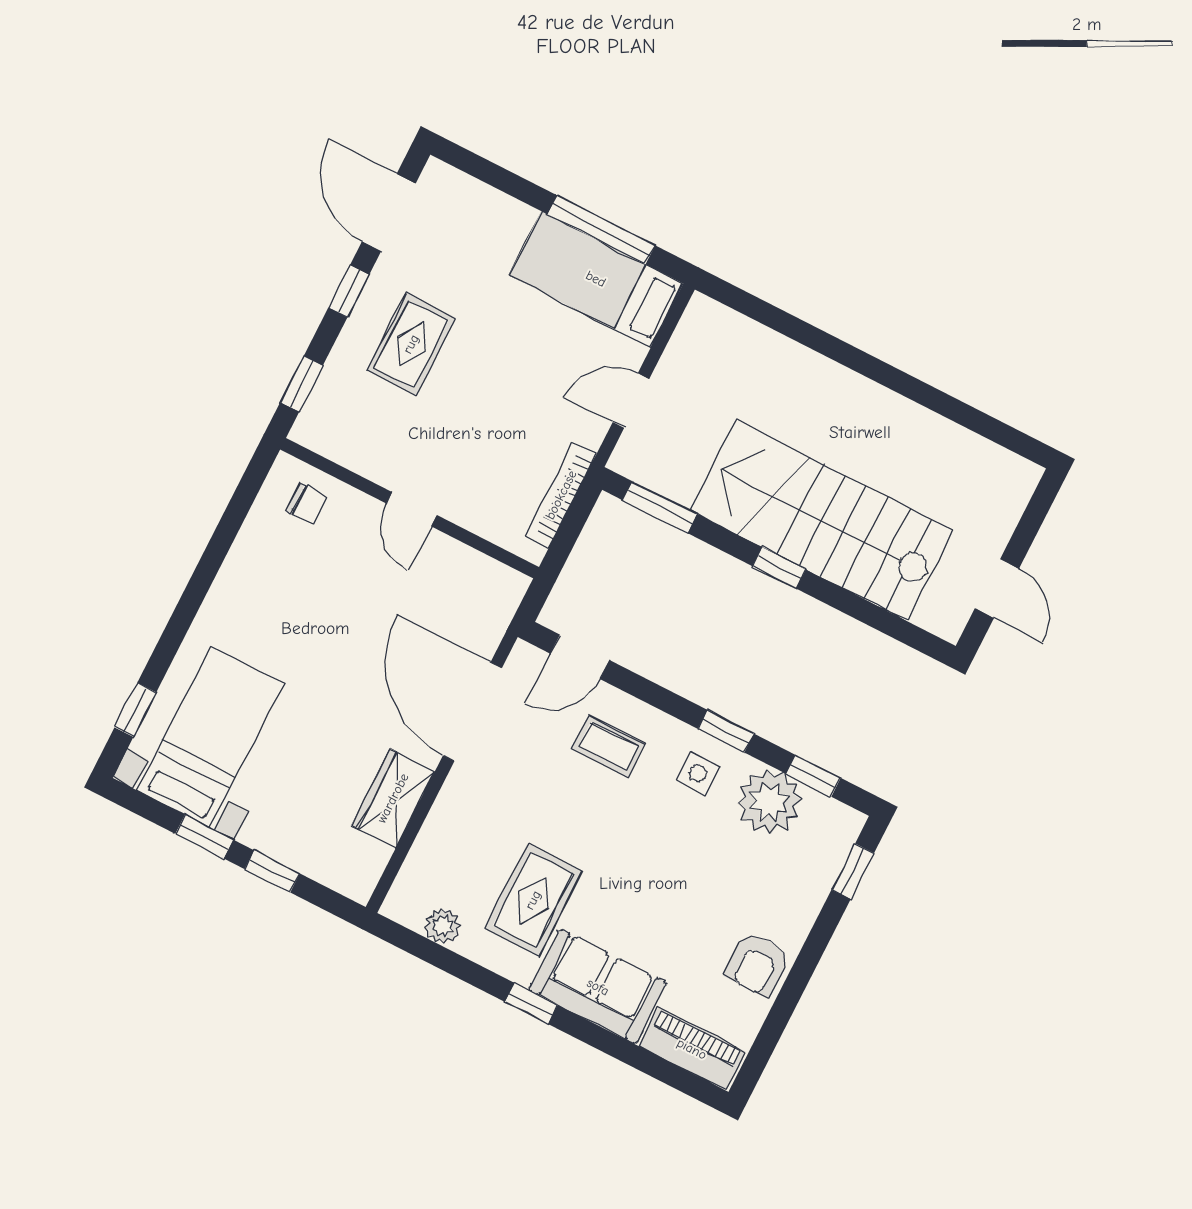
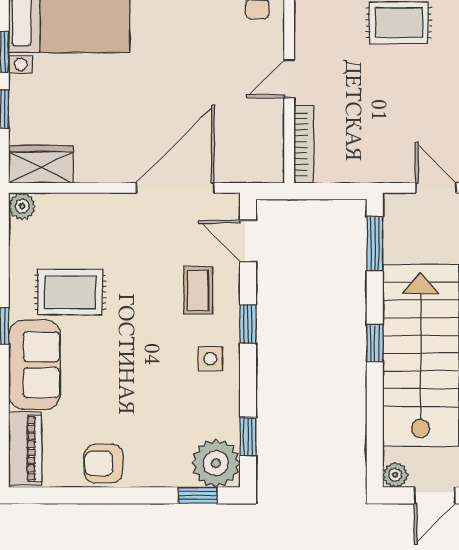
bookcase: (561, 495) -> (304, 144), moved, turned 90
plant: (948, 623) -> (395, 475), added
window: (726, 731) -> (248, 324), moved
wardrobe: (393, 798) -> (41, 165), moved
plant: (769, 802) -> (216, 463), moved
plant: (443, 926) -> (22, 206), moved

